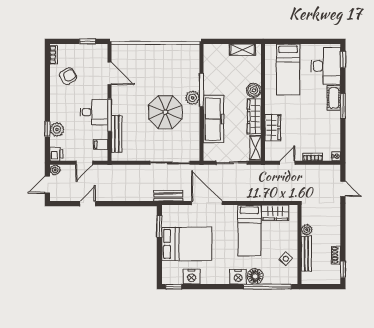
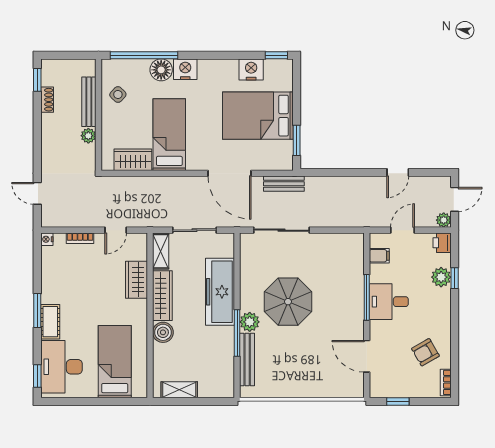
bench: (117, 134) -> (247, 359), moved

